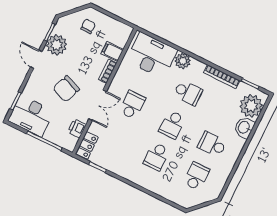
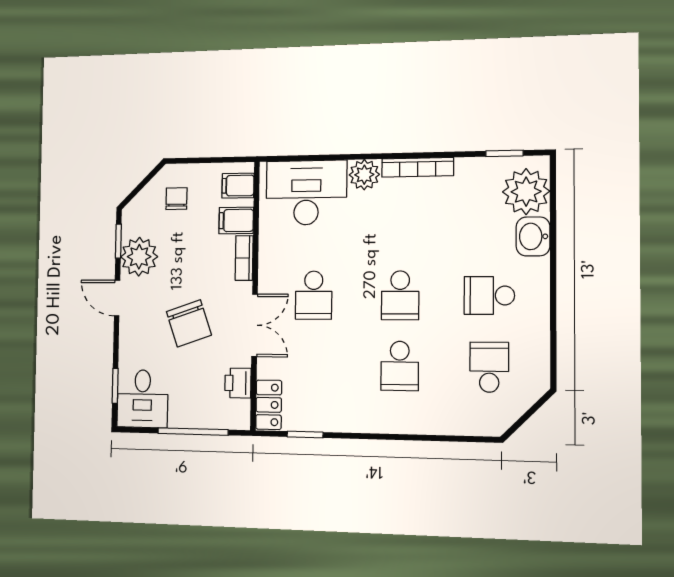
filing cabinet: (121, 35) -> (238, 186), added
bookcase: (222, 77) -> (418, 167), moved
chair: (66, 89) -> (189, 323), turned -41
school desk: (188, 93) -> (401, 225), removed
school desk: (132, 105) -> (314, 295), turned 180
desk: (31, 116) -> (142, 399), width x0.73

